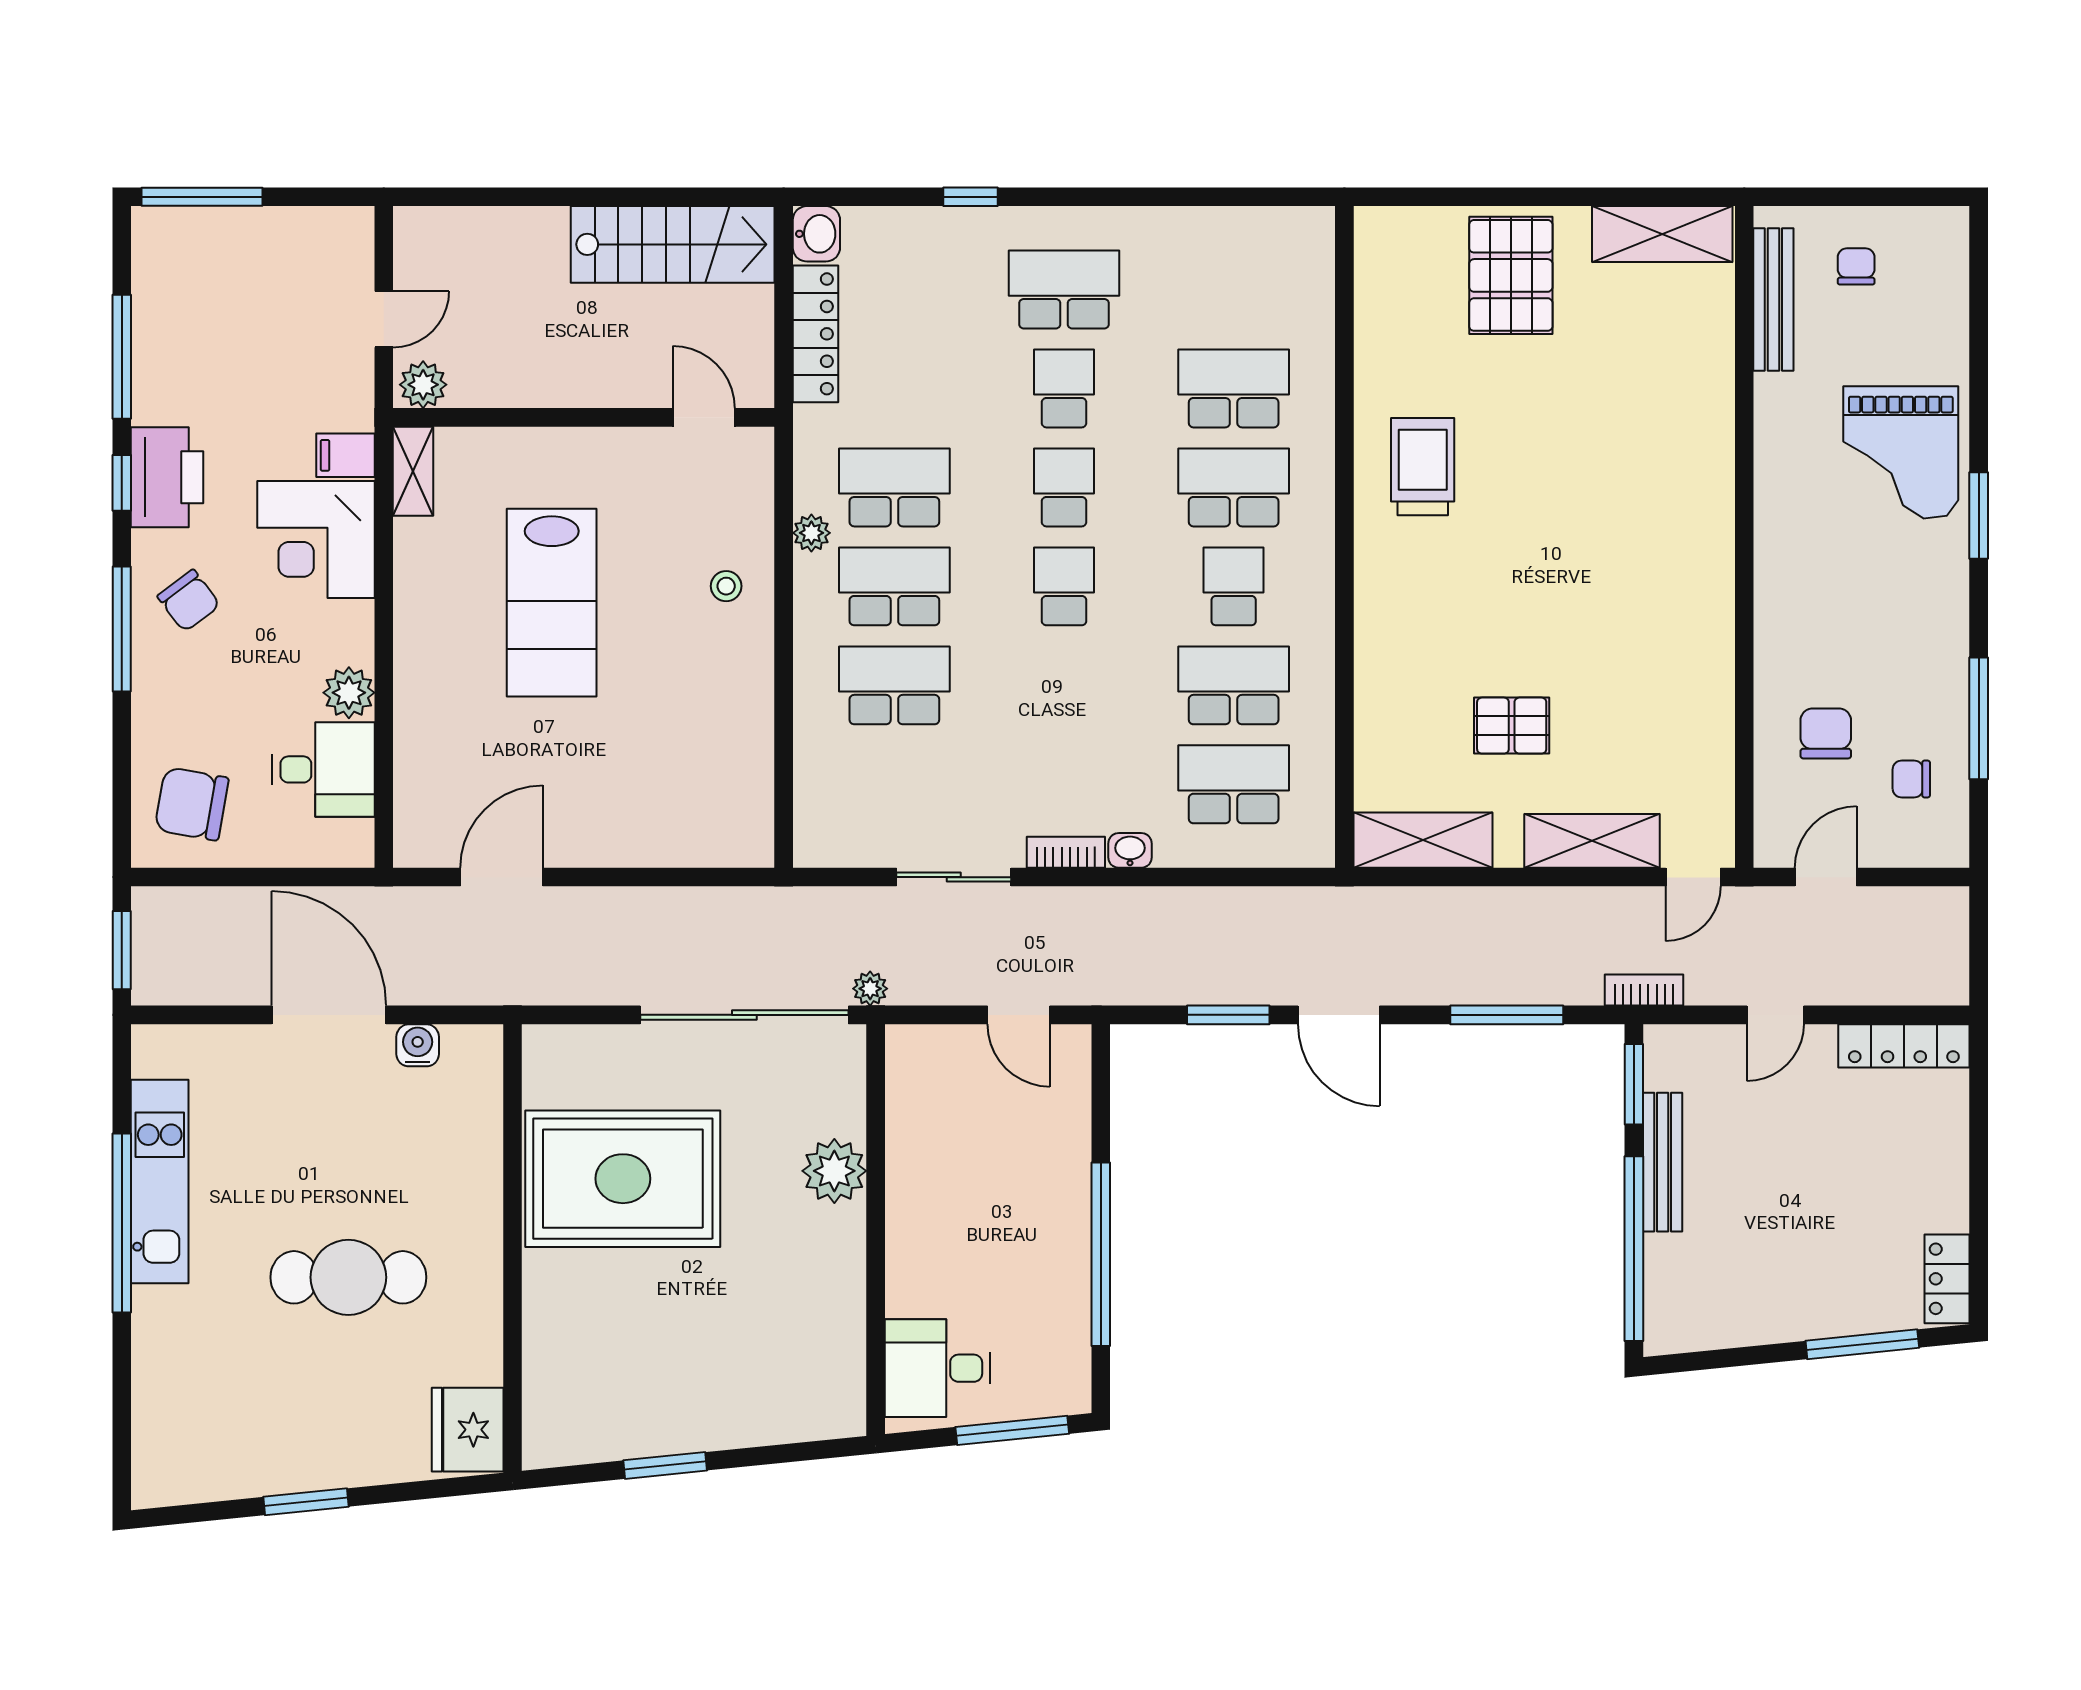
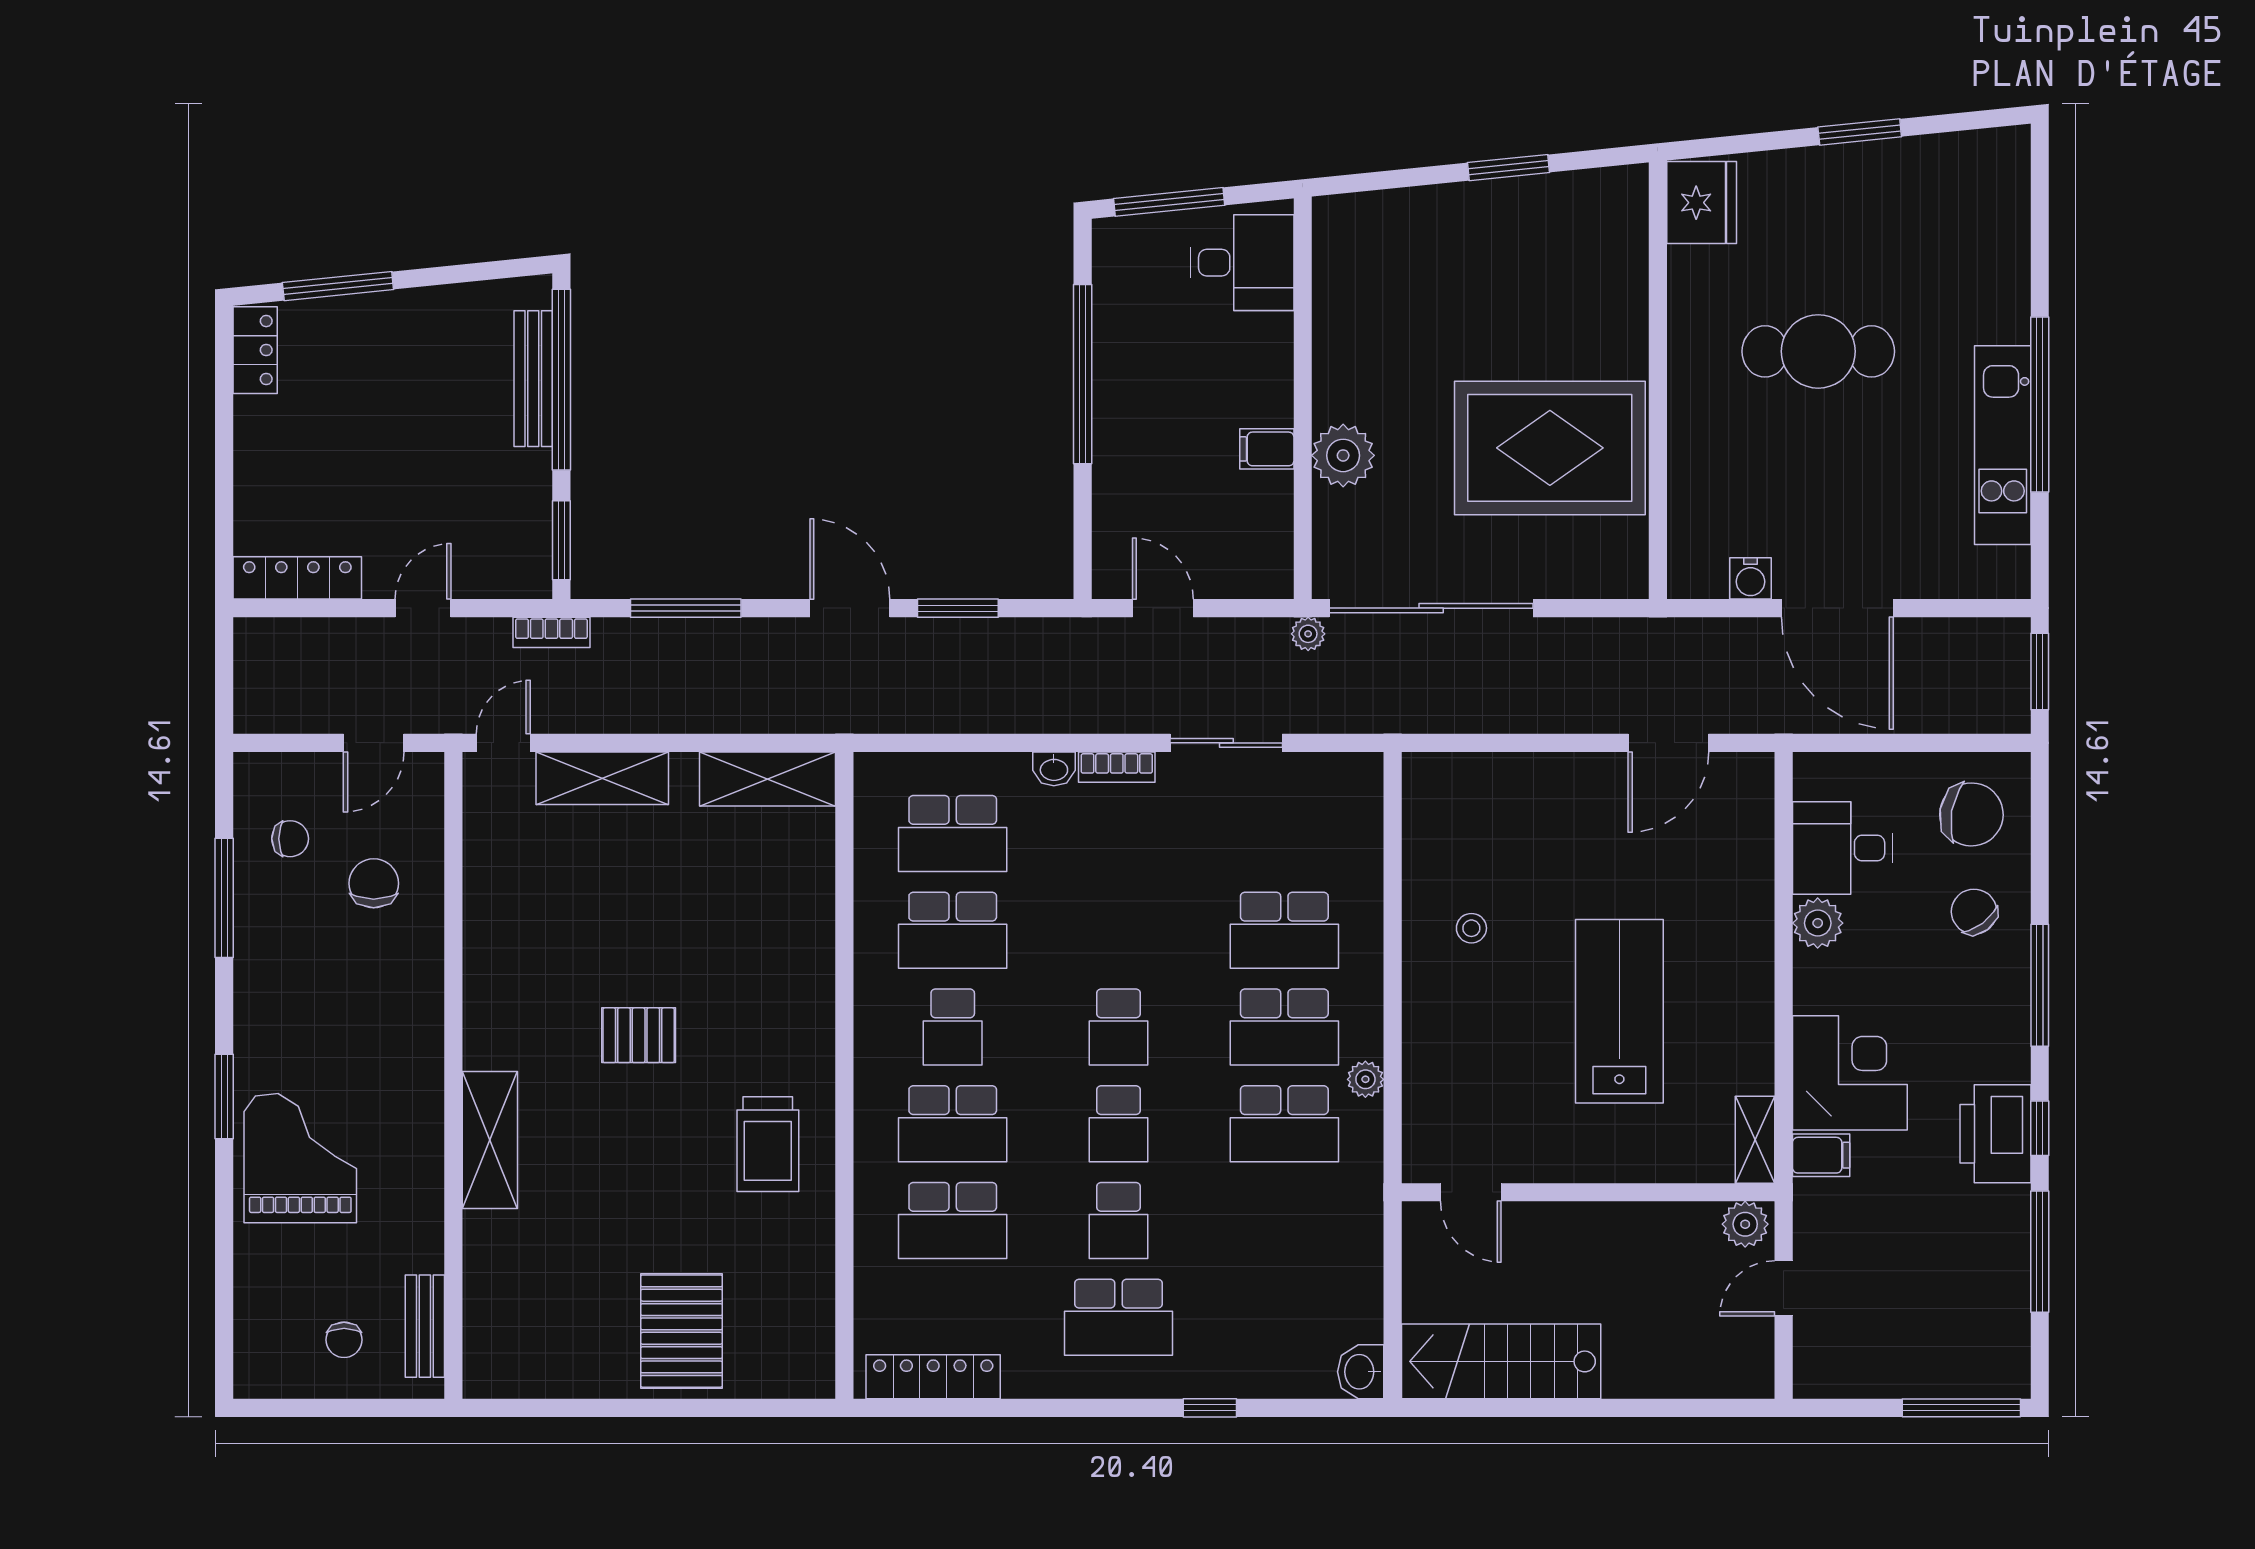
shelving: (1662, 234) -> (490, 1140), moved, turned 90
bench: (1773, 300) -> (425, 1326), width x0.73
locker: (816, 334) -> (933, 1377), moved, turned 90
stool: (726, 586) -> (1471, 928), moved
chair: (189, 601) -> (1974, 912), moved
pallet: (1512, 726) -> (639, 1035), moved
chair: (1826, 733) -> (374, 883), turned 180
bench: (1663, 1162) -> (533, 379), moved
filing cabinet: (912, 1178) -> (1267, 449), added

